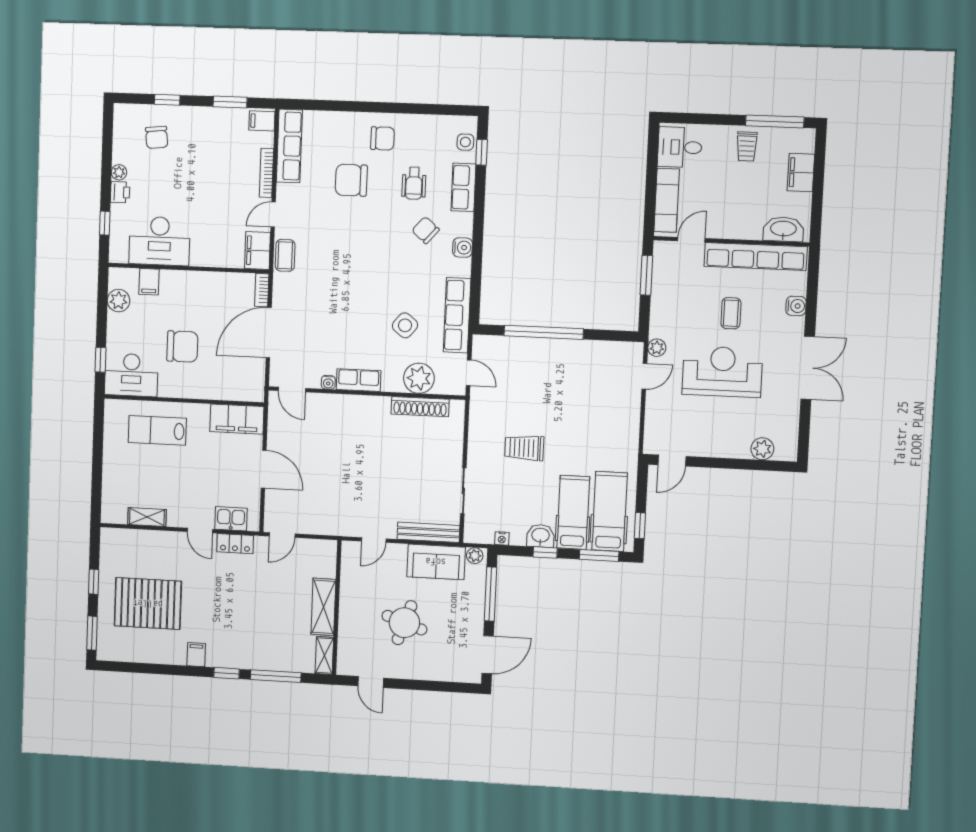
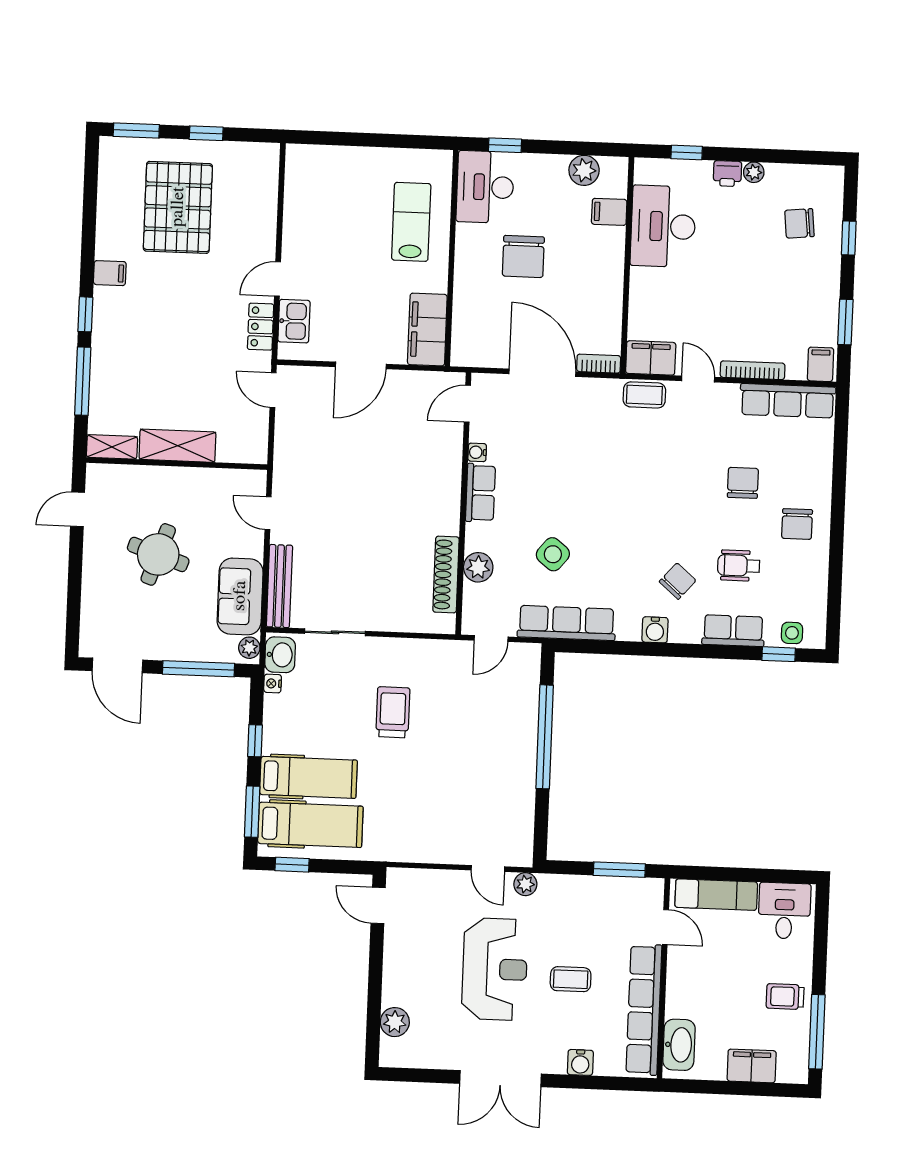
chair: (351, 180) -> (743, 483), width x0.73, depth x0.73
plant: (419, 378) -> (478, 567), width x0.73, depth x0.73
shelving: (147, 517) -> (295, 207), removed
washbasin: (540, 536) -> (280, 655), moved

